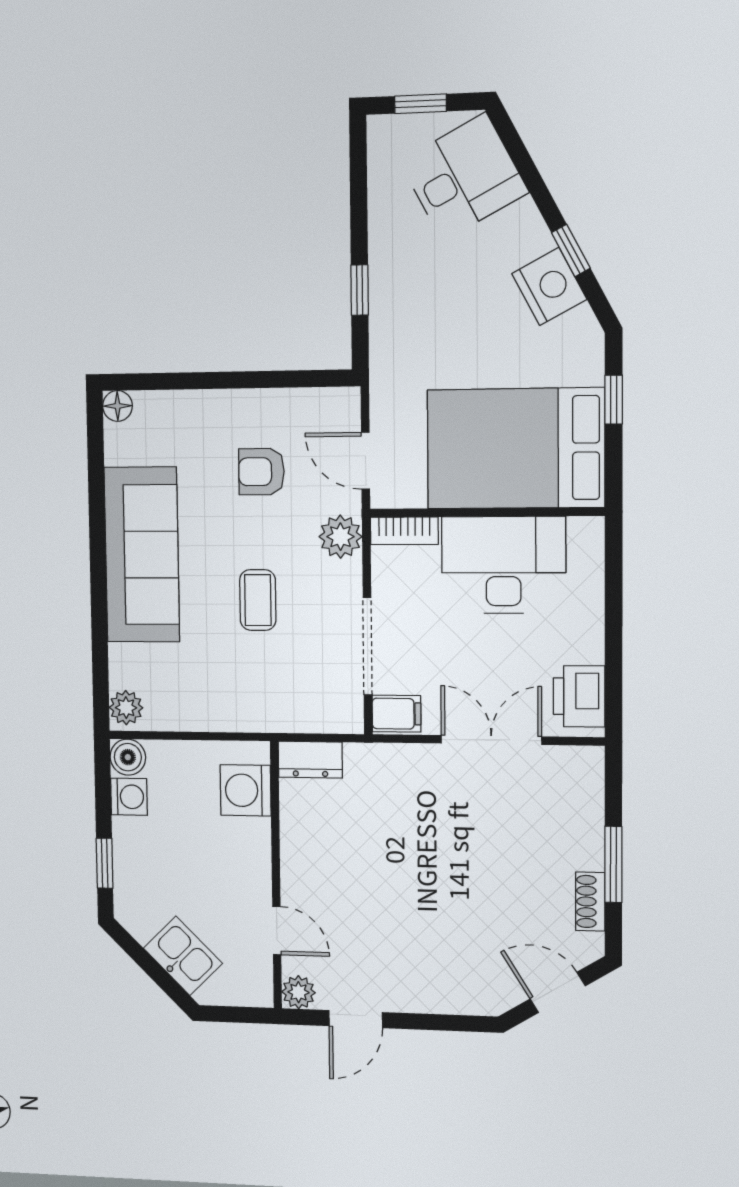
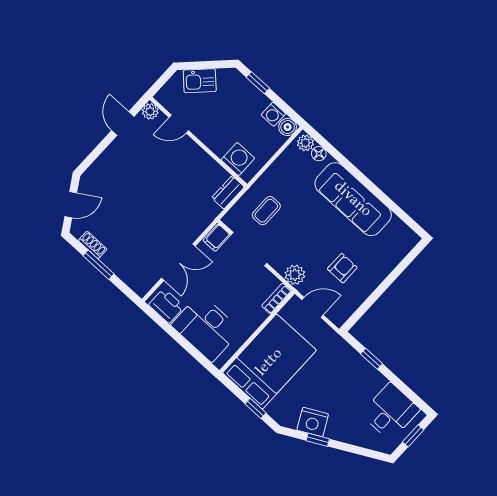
desk: (464, 177) -> (390, 412), moved, turned -152
floor lamp: (117, 406) -> (319, 154), moved
desk: (504, 565) -> (206, 328), moved, turned 90
coffee table: (258, 600) -> (266, 211), moved, turned 90

